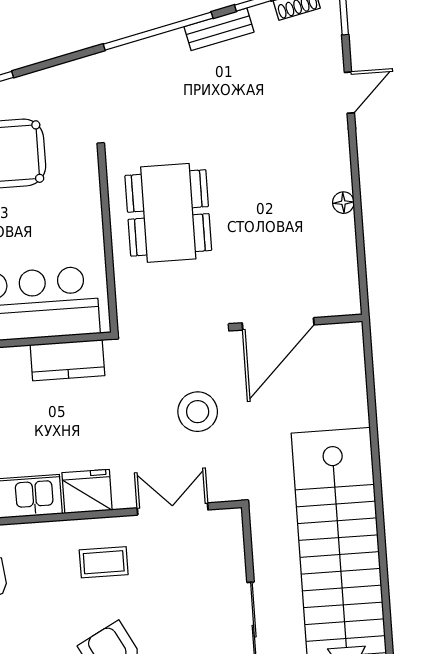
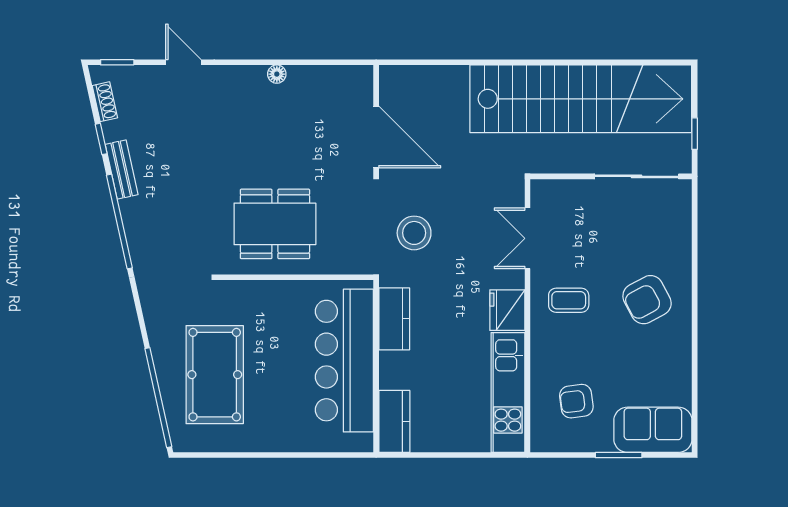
stool: (198, 412) -> (414, 233), moved
coffee table: (104, 562) -> (569, 300), turned 90

